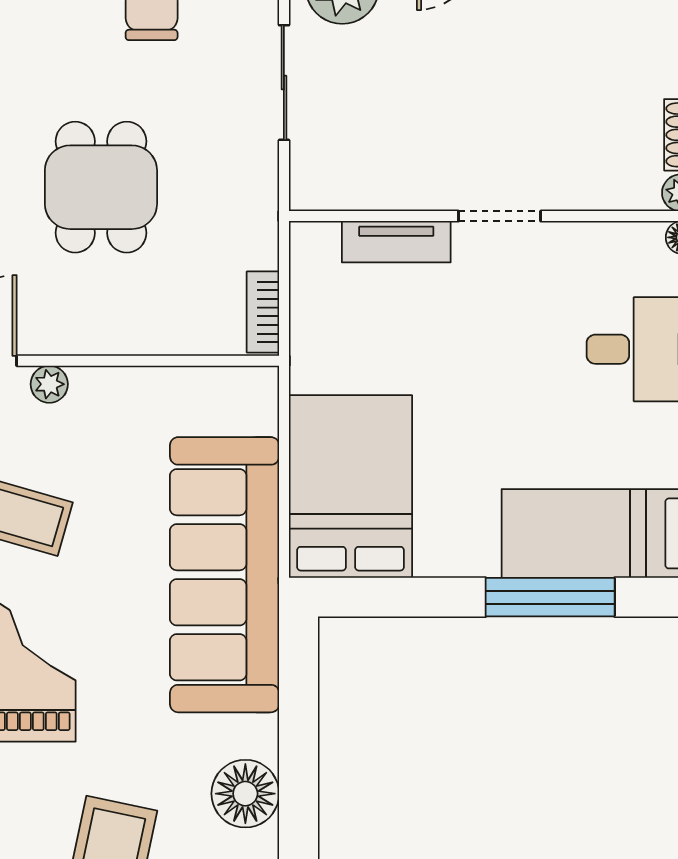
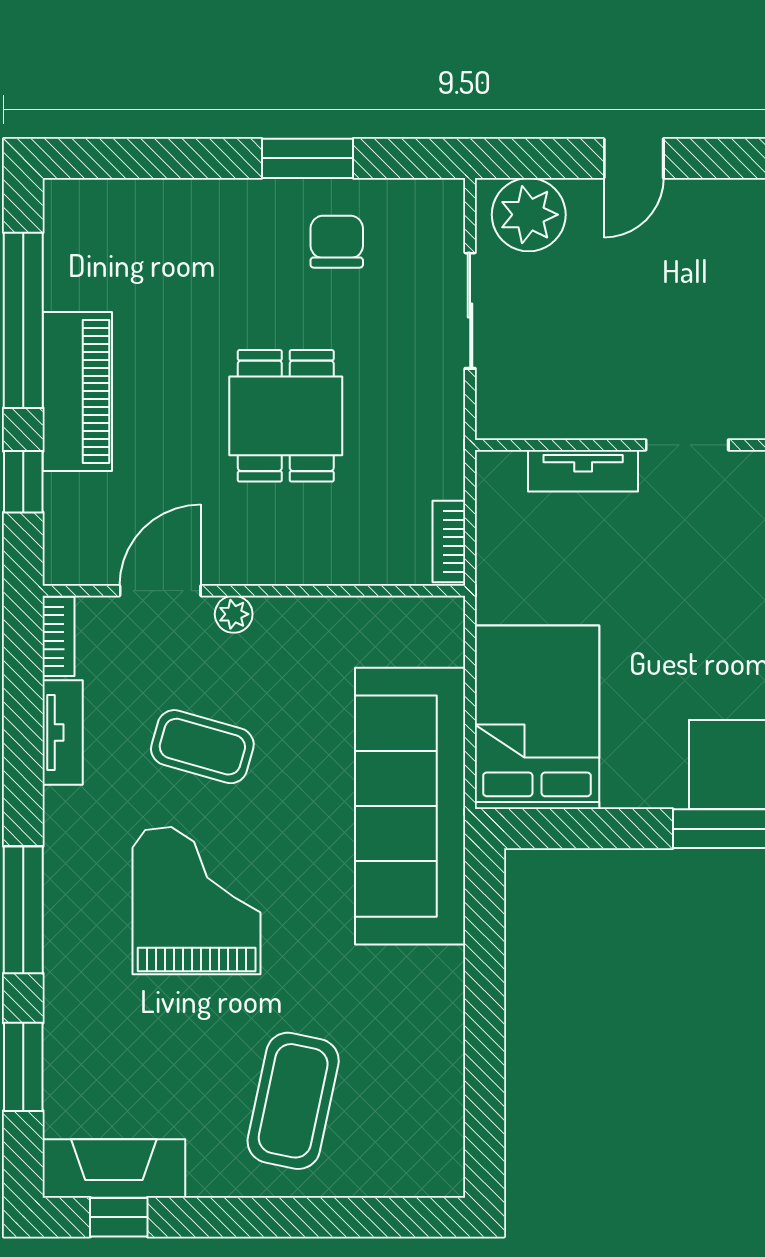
floor lamp: (245, 794) -> (431, 1027), removed

